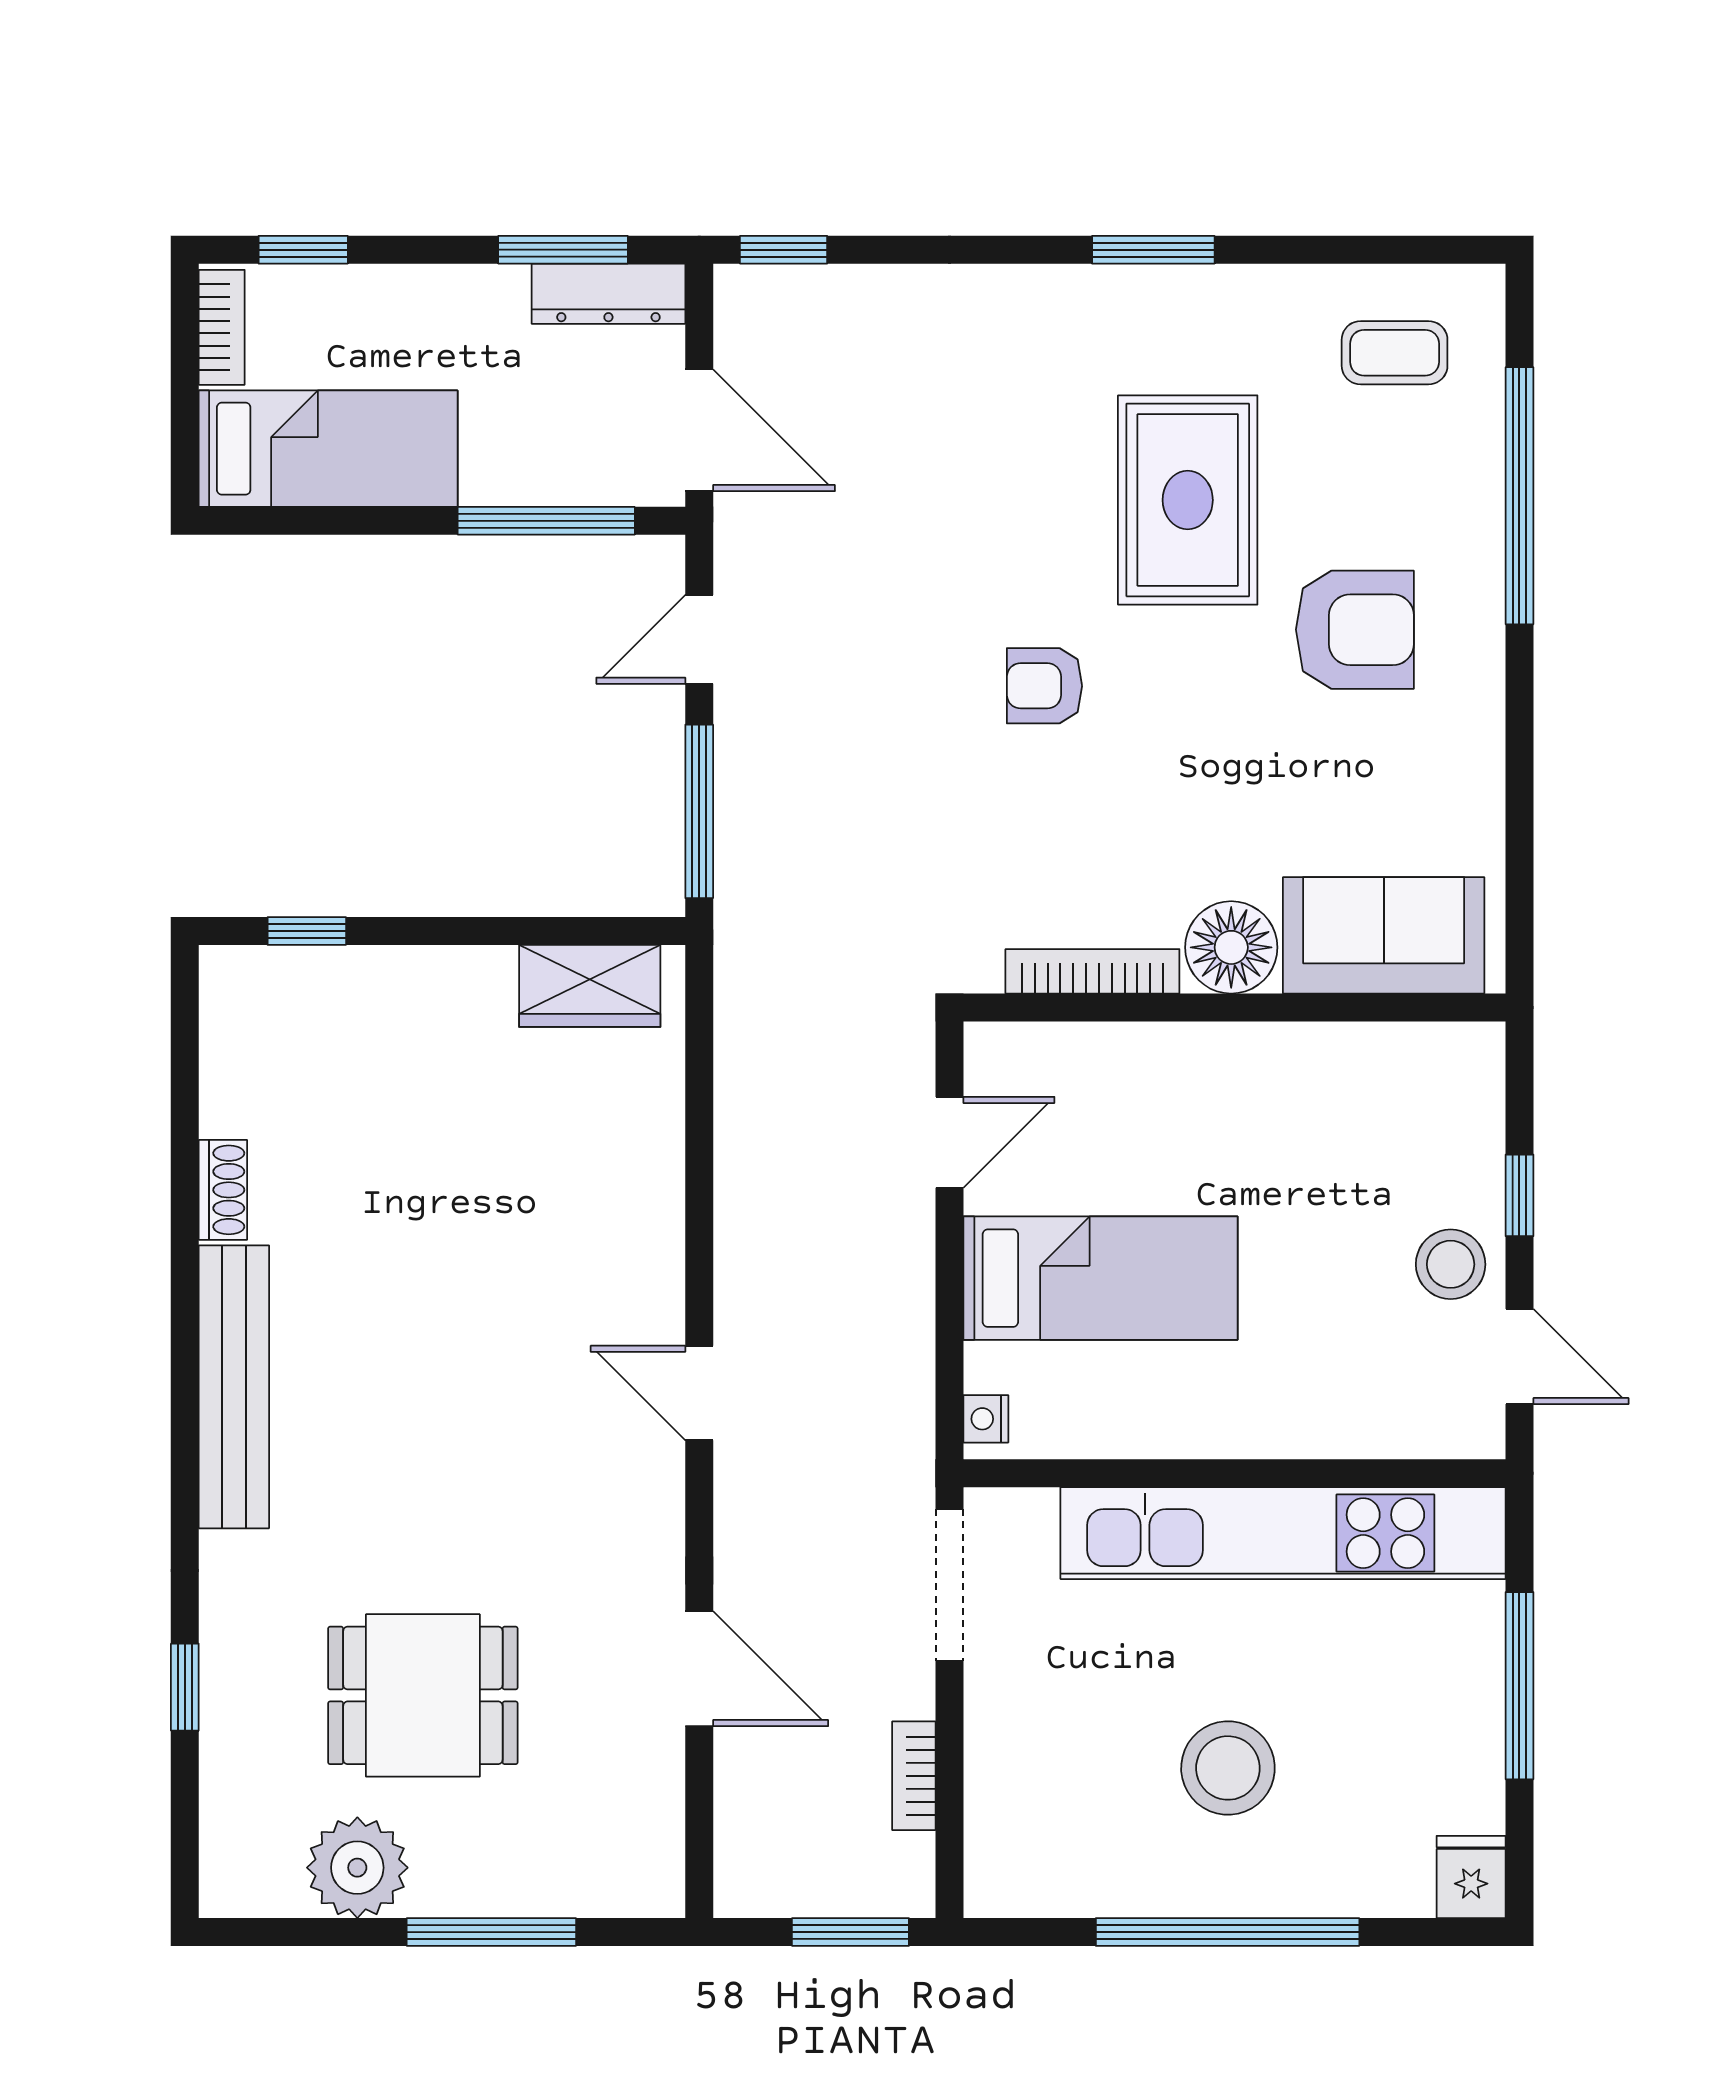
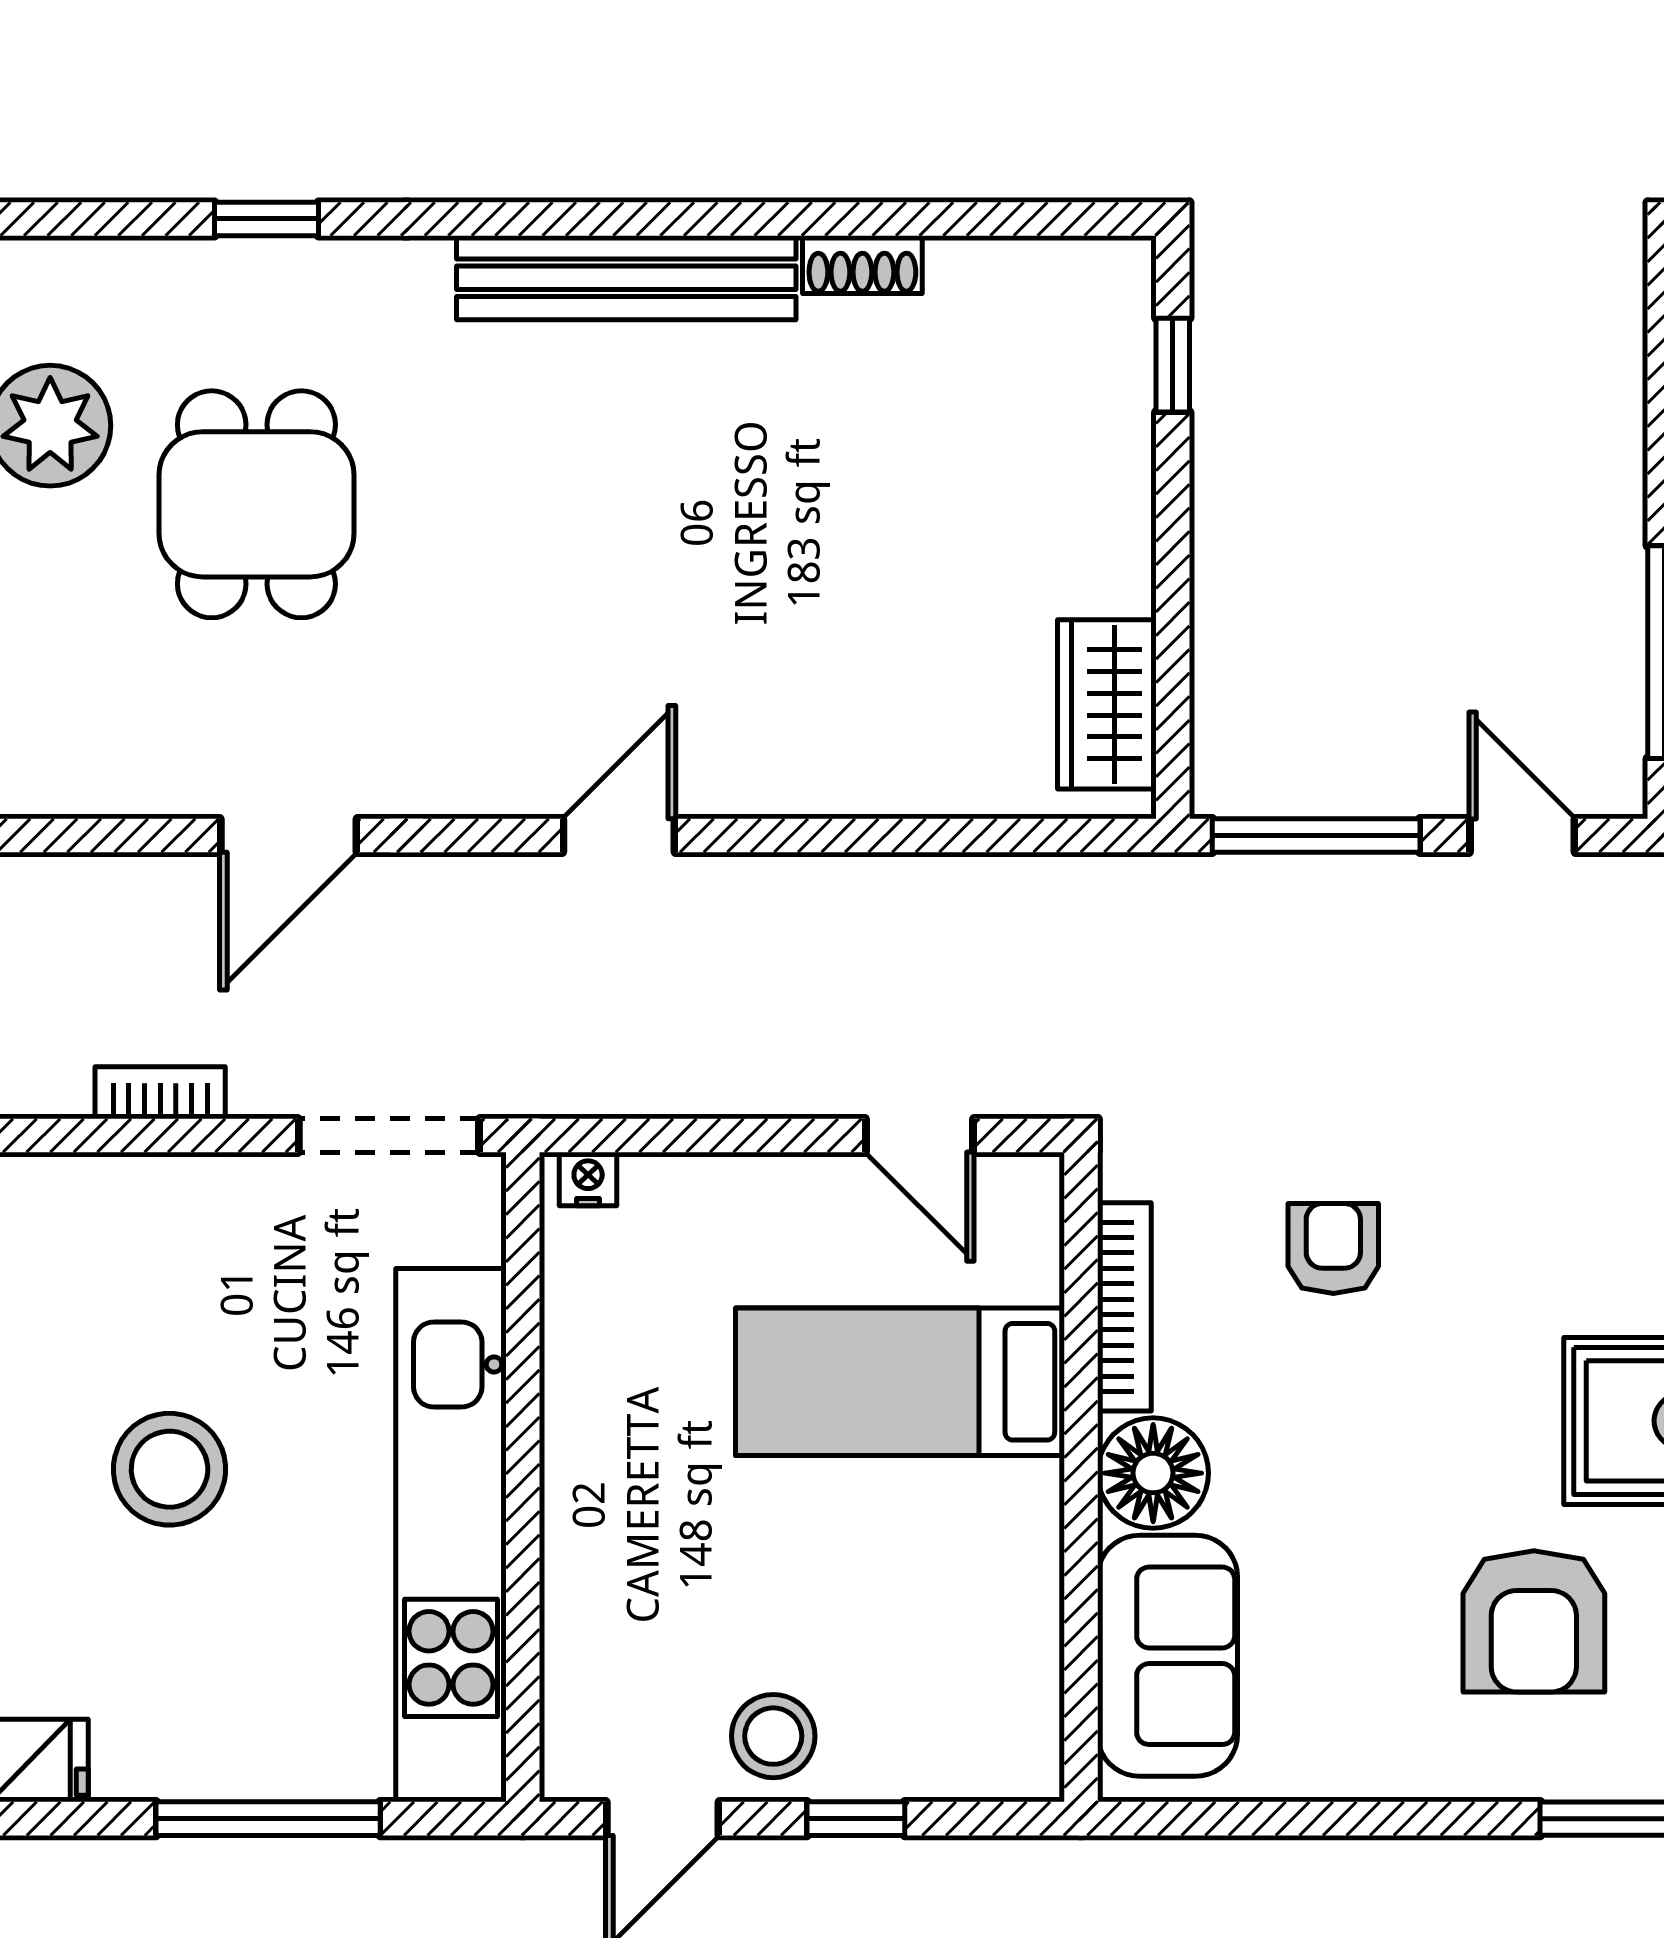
armchair: (1045, 686) -> (1333, 1248), moved
bed: (1101, 1278) -> (900, 1382), moved, turned 90

